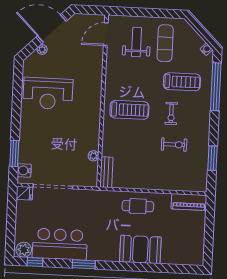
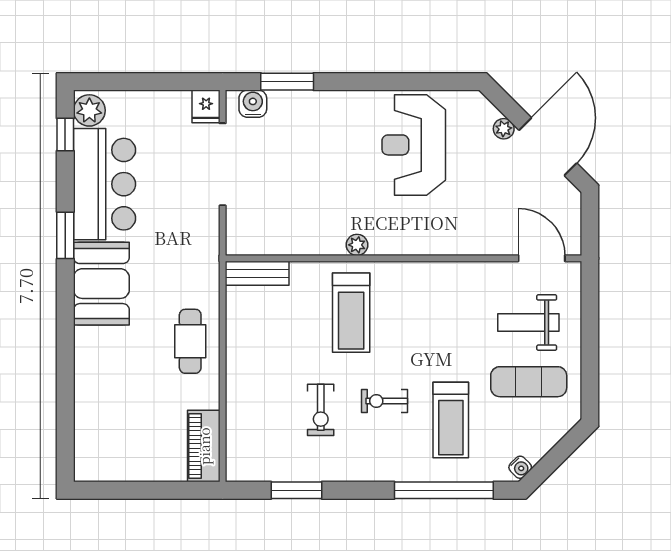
weight bench: (137, 42) -> (528, 323), turned 180
treadmill: (129, 110) -> (351, 313), moved
plant: (93, 156) -> (357, 245), moved
booth: (140, 249) -> (101, 284), moved

